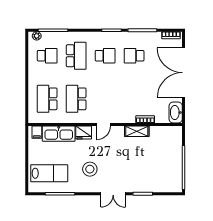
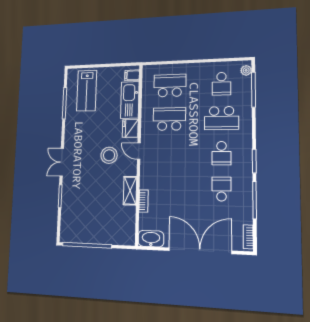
stool: (90, 169) -> (109, 155), moved

